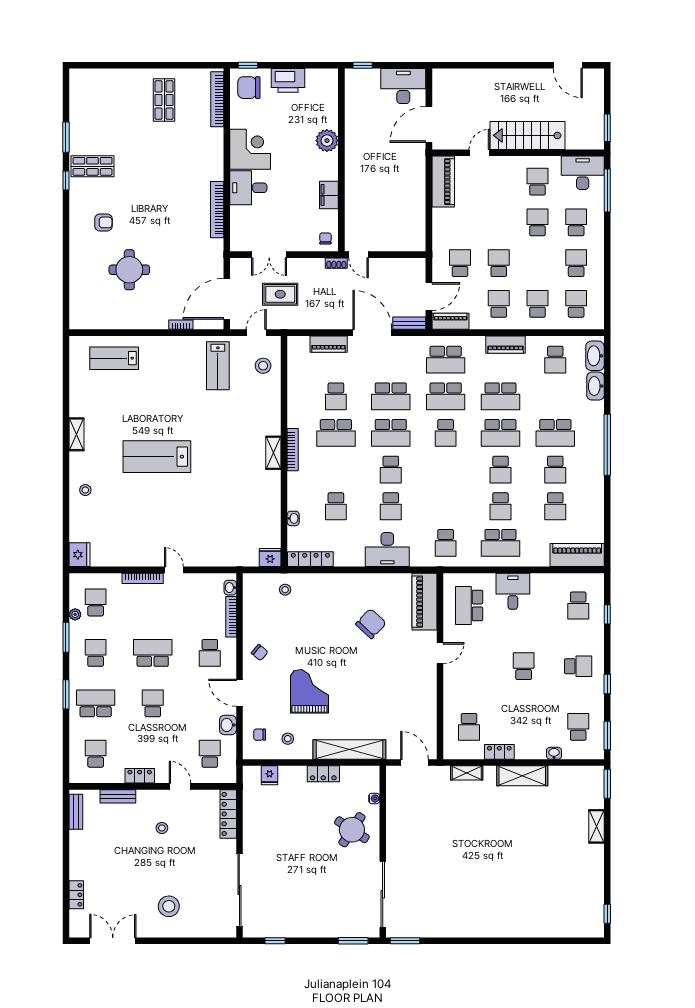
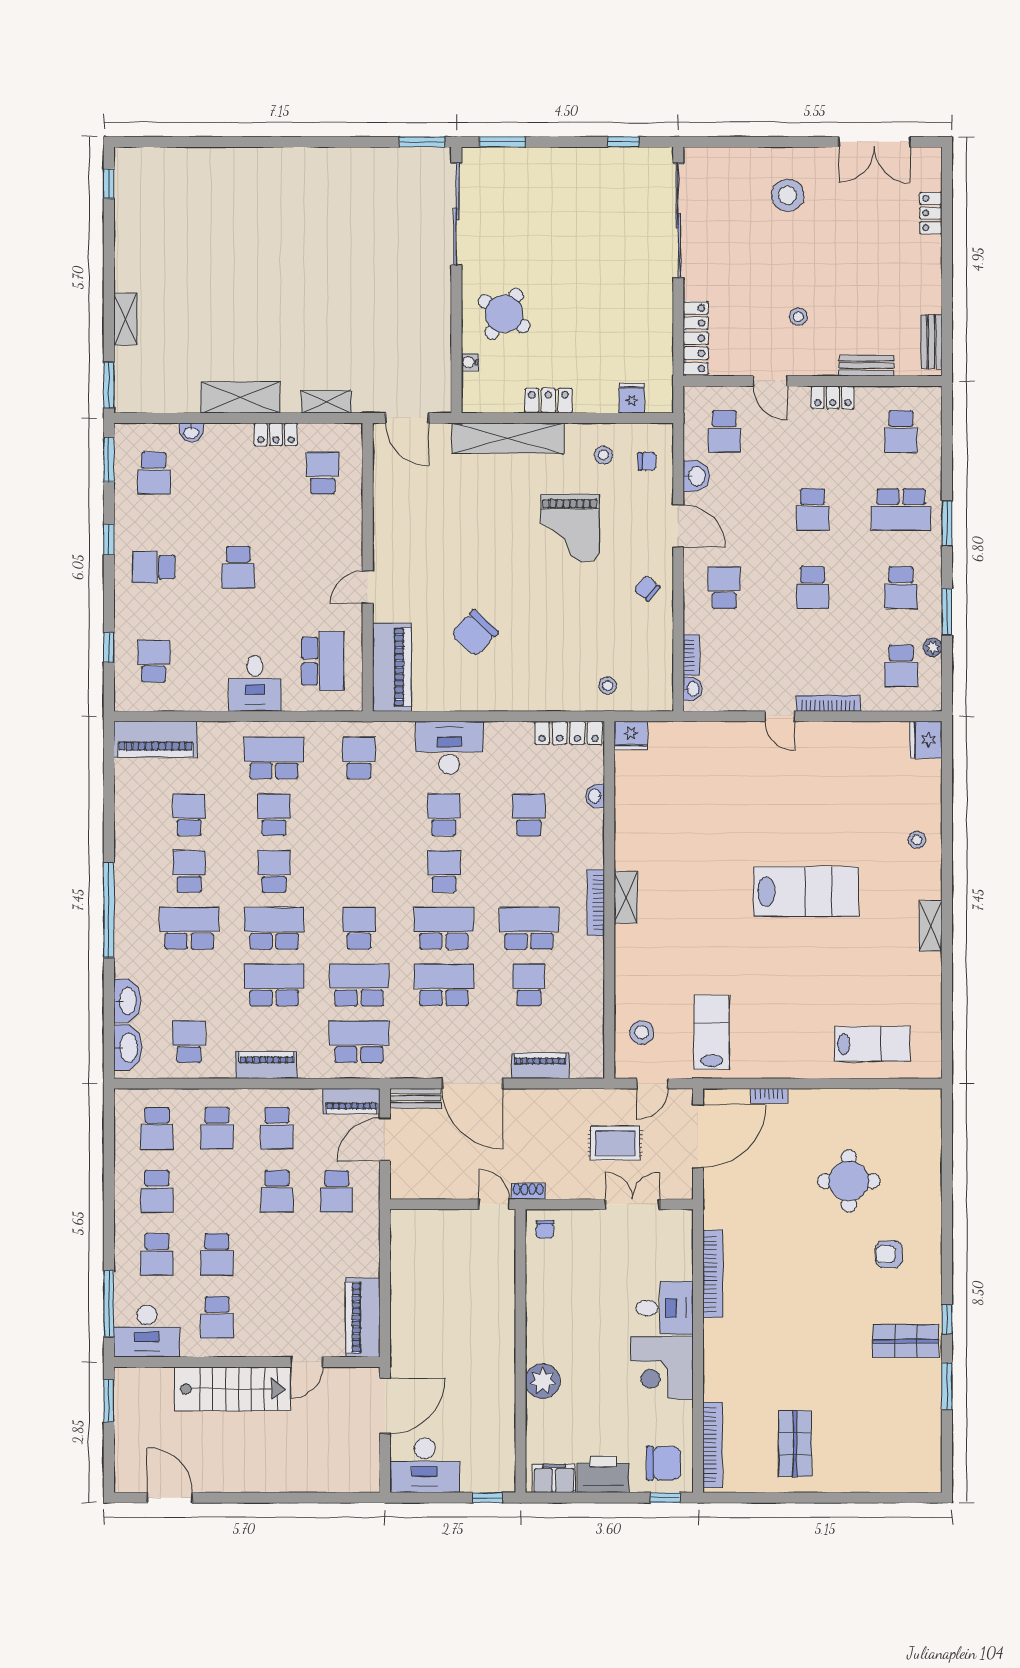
filing cabinet: (329, 195) -> (554, 1478), moved, turned -90
bookcase: (231, 617) -> (691, 655), width x0.64
school desk: (153, 653) -> (813, 588), width x0.54

